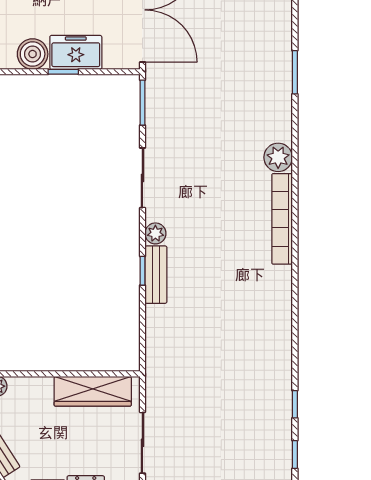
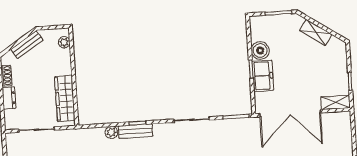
plant: (155, 233) -> (111, 132), moved

